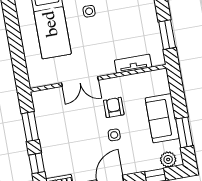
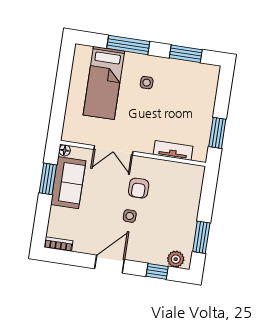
floor lamp: (36, 96) -> (65, 150), added
armchair: (114, 107) -> (139, 188), turned 180
sofa: (162, 118) -> (68, 183), moved, turned 180
window: (37, 163) -> (42, 218), removed

